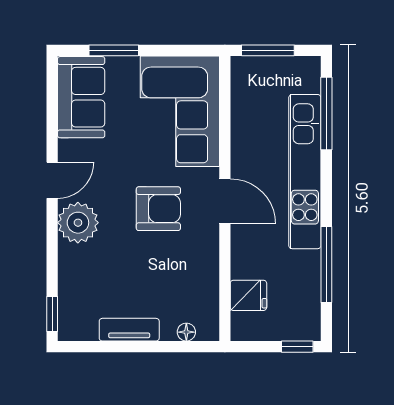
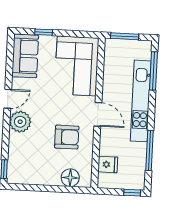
window: (114, 50) -> (44, 32), width x0.67
armchair: (158, 209) -> (67, 137), moved
tv unit: (129, 330) -> (44, 179), removed
floor lamp: (186, 332) -> (70, 178), width x1.89, depth x1.89

